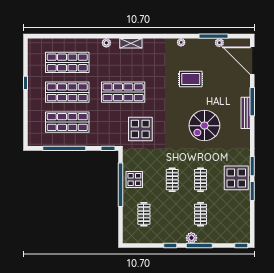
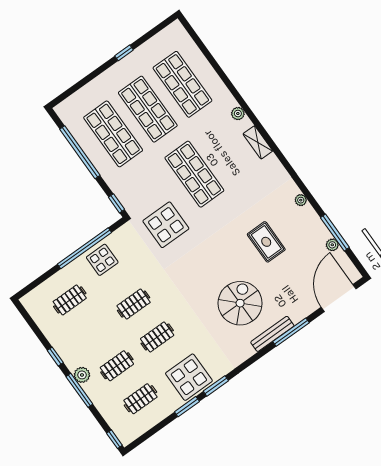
spiral stairs: (204, 126) -> (240, 303), moved, turned 90
clothes rail: (229, 214) -> (140, 399), added

